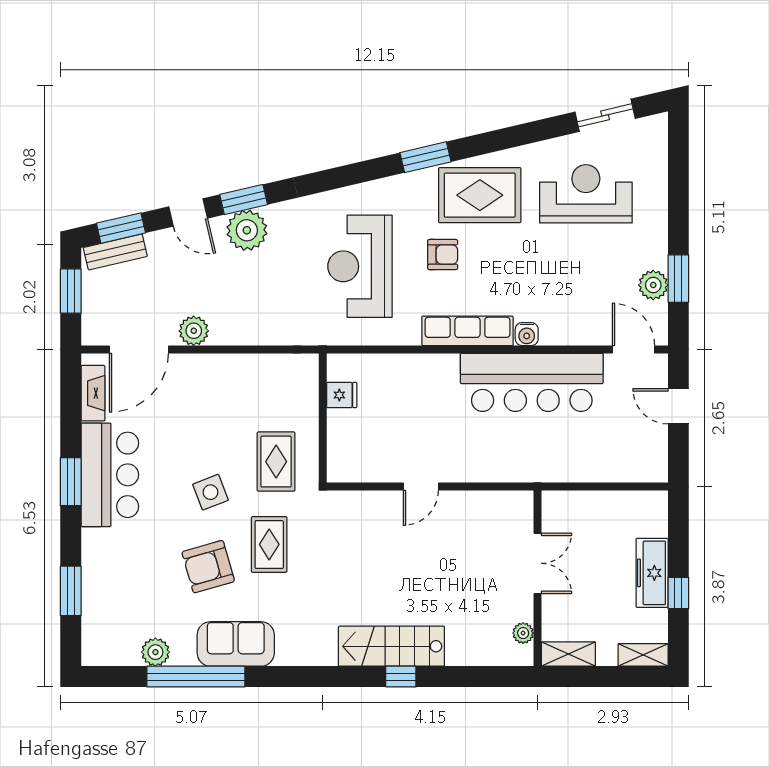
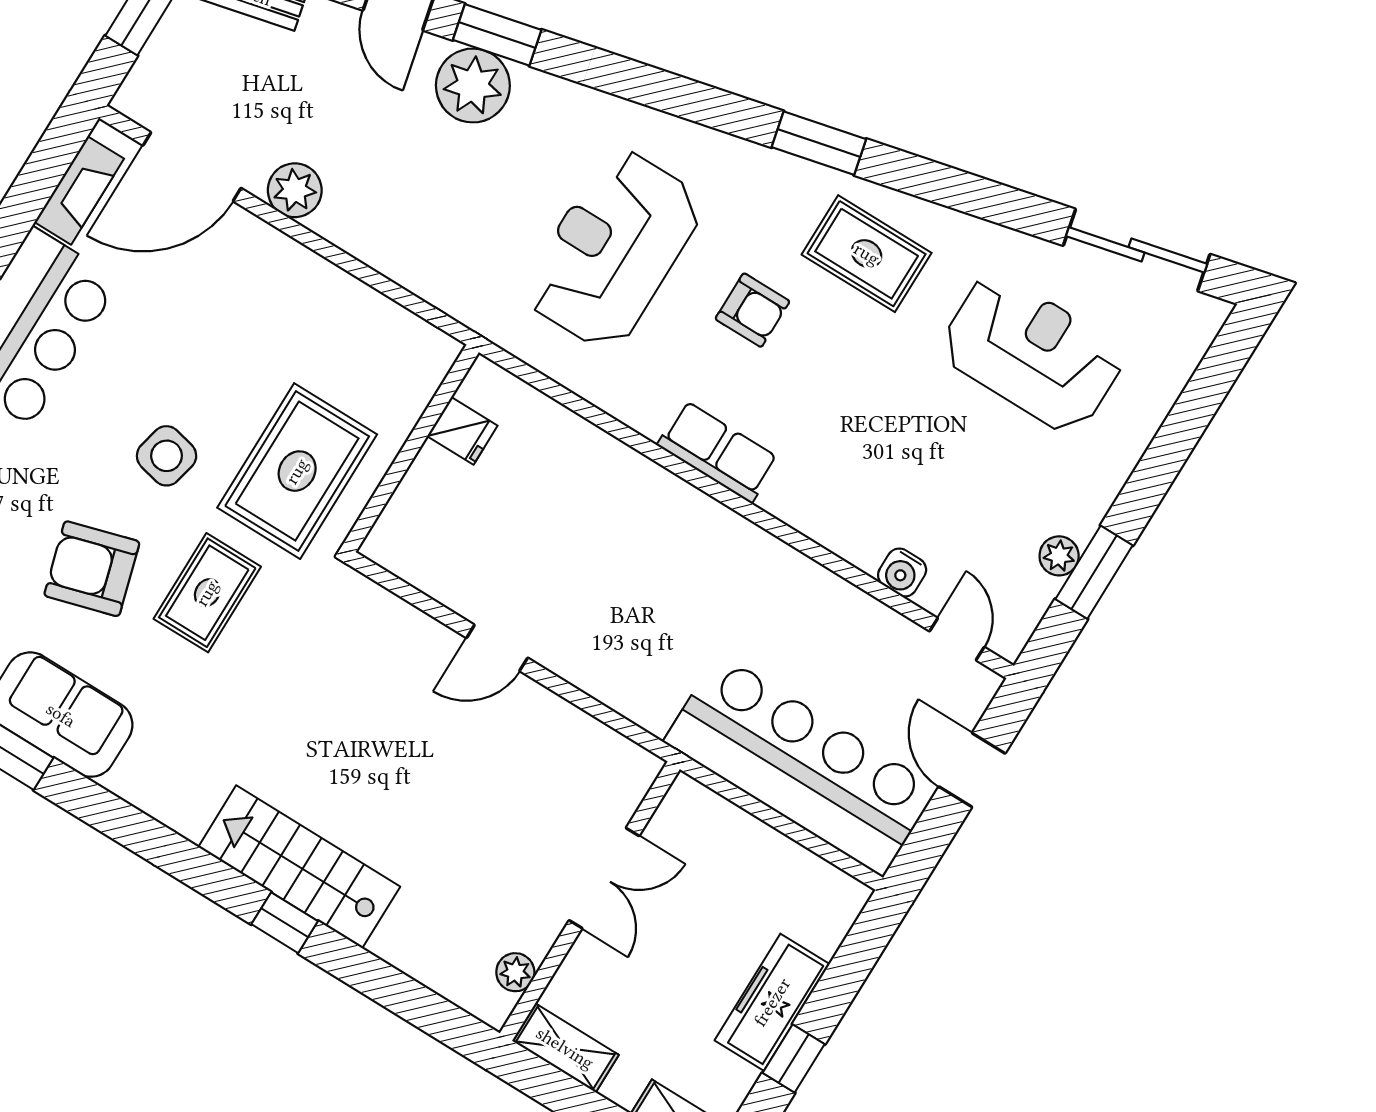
sliding door: (605, 115) -> (1137, 250), width x1.37
rug: (480, 195) -> (867, 254), width x0.73, depth x0.70
plant: (653, 285) -> (1059, 556), width x0.73, depth x0.73
row of seats: (468, 331) -> (718, 452), width x0.68
water cooler: (527, 334) -> (902, 572), moved
door: (634, 349) -> (957, 639), width x0.73
bar counter: (532, 382) -> (801, 765), moved, turned 180
rug: (276, 462) -> (297, 471), width x1.36, depth x1.43
side table: (210, 492) -> (167, 456), turned 34

